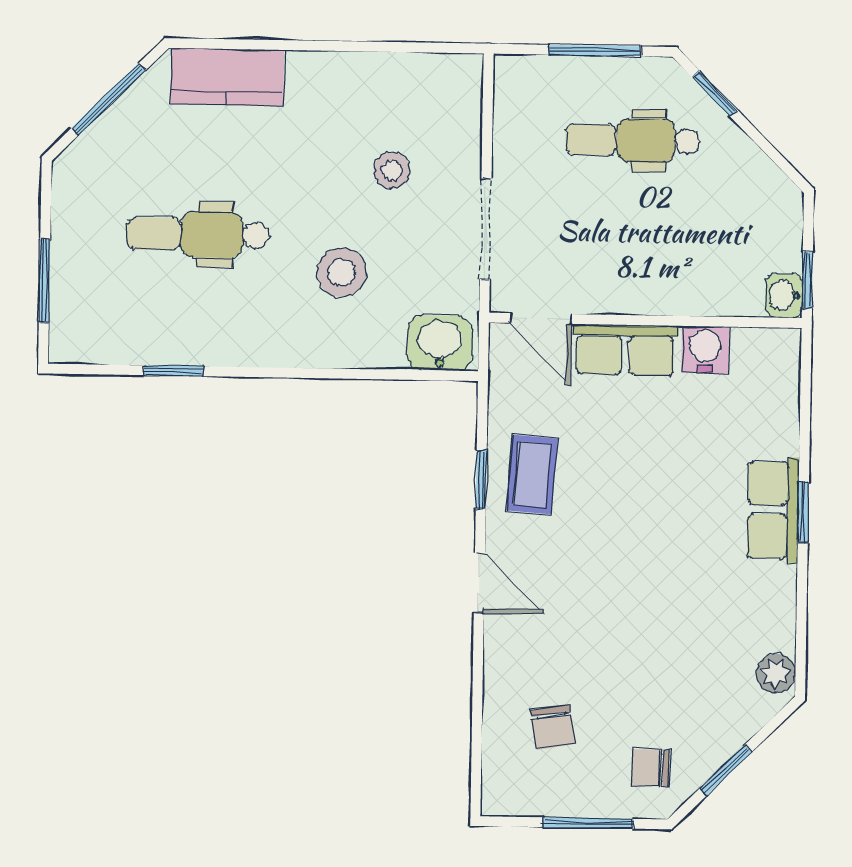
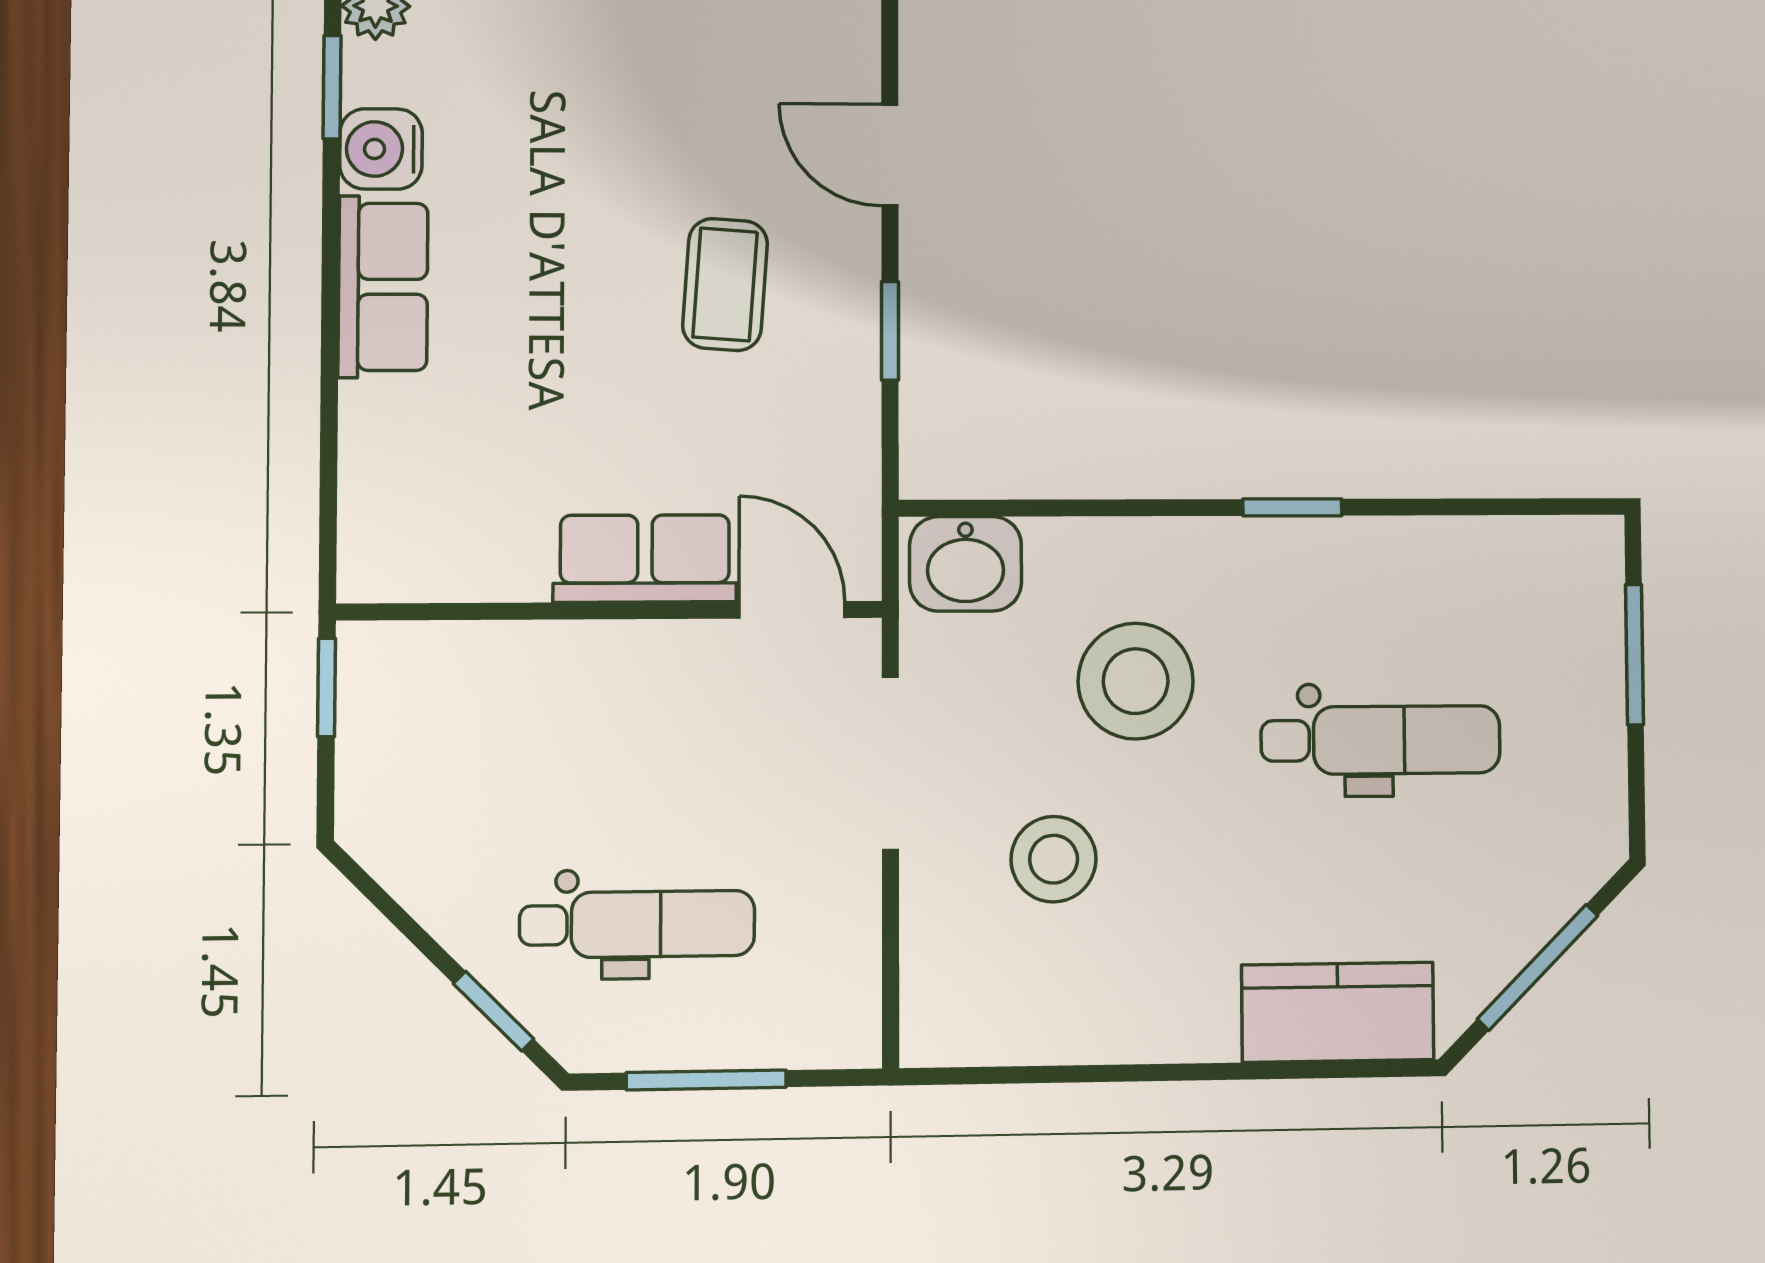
stool: (392, 171) -> (1054, 859), width x1.37, depth x1.37
stool: (342, 272) -> (1136, 681), width x1.38, depth x1.38
washbasin: (784, 296) -> (367, 660), removed
water cooler: (705, 350) -> (381, 149), moved, turned 90
window: (174, 371) -> (1292, 507), moved
coffee table: (532, 474) -> (725, 284), moved
window: (803, 512) -> (332, 87), moved

